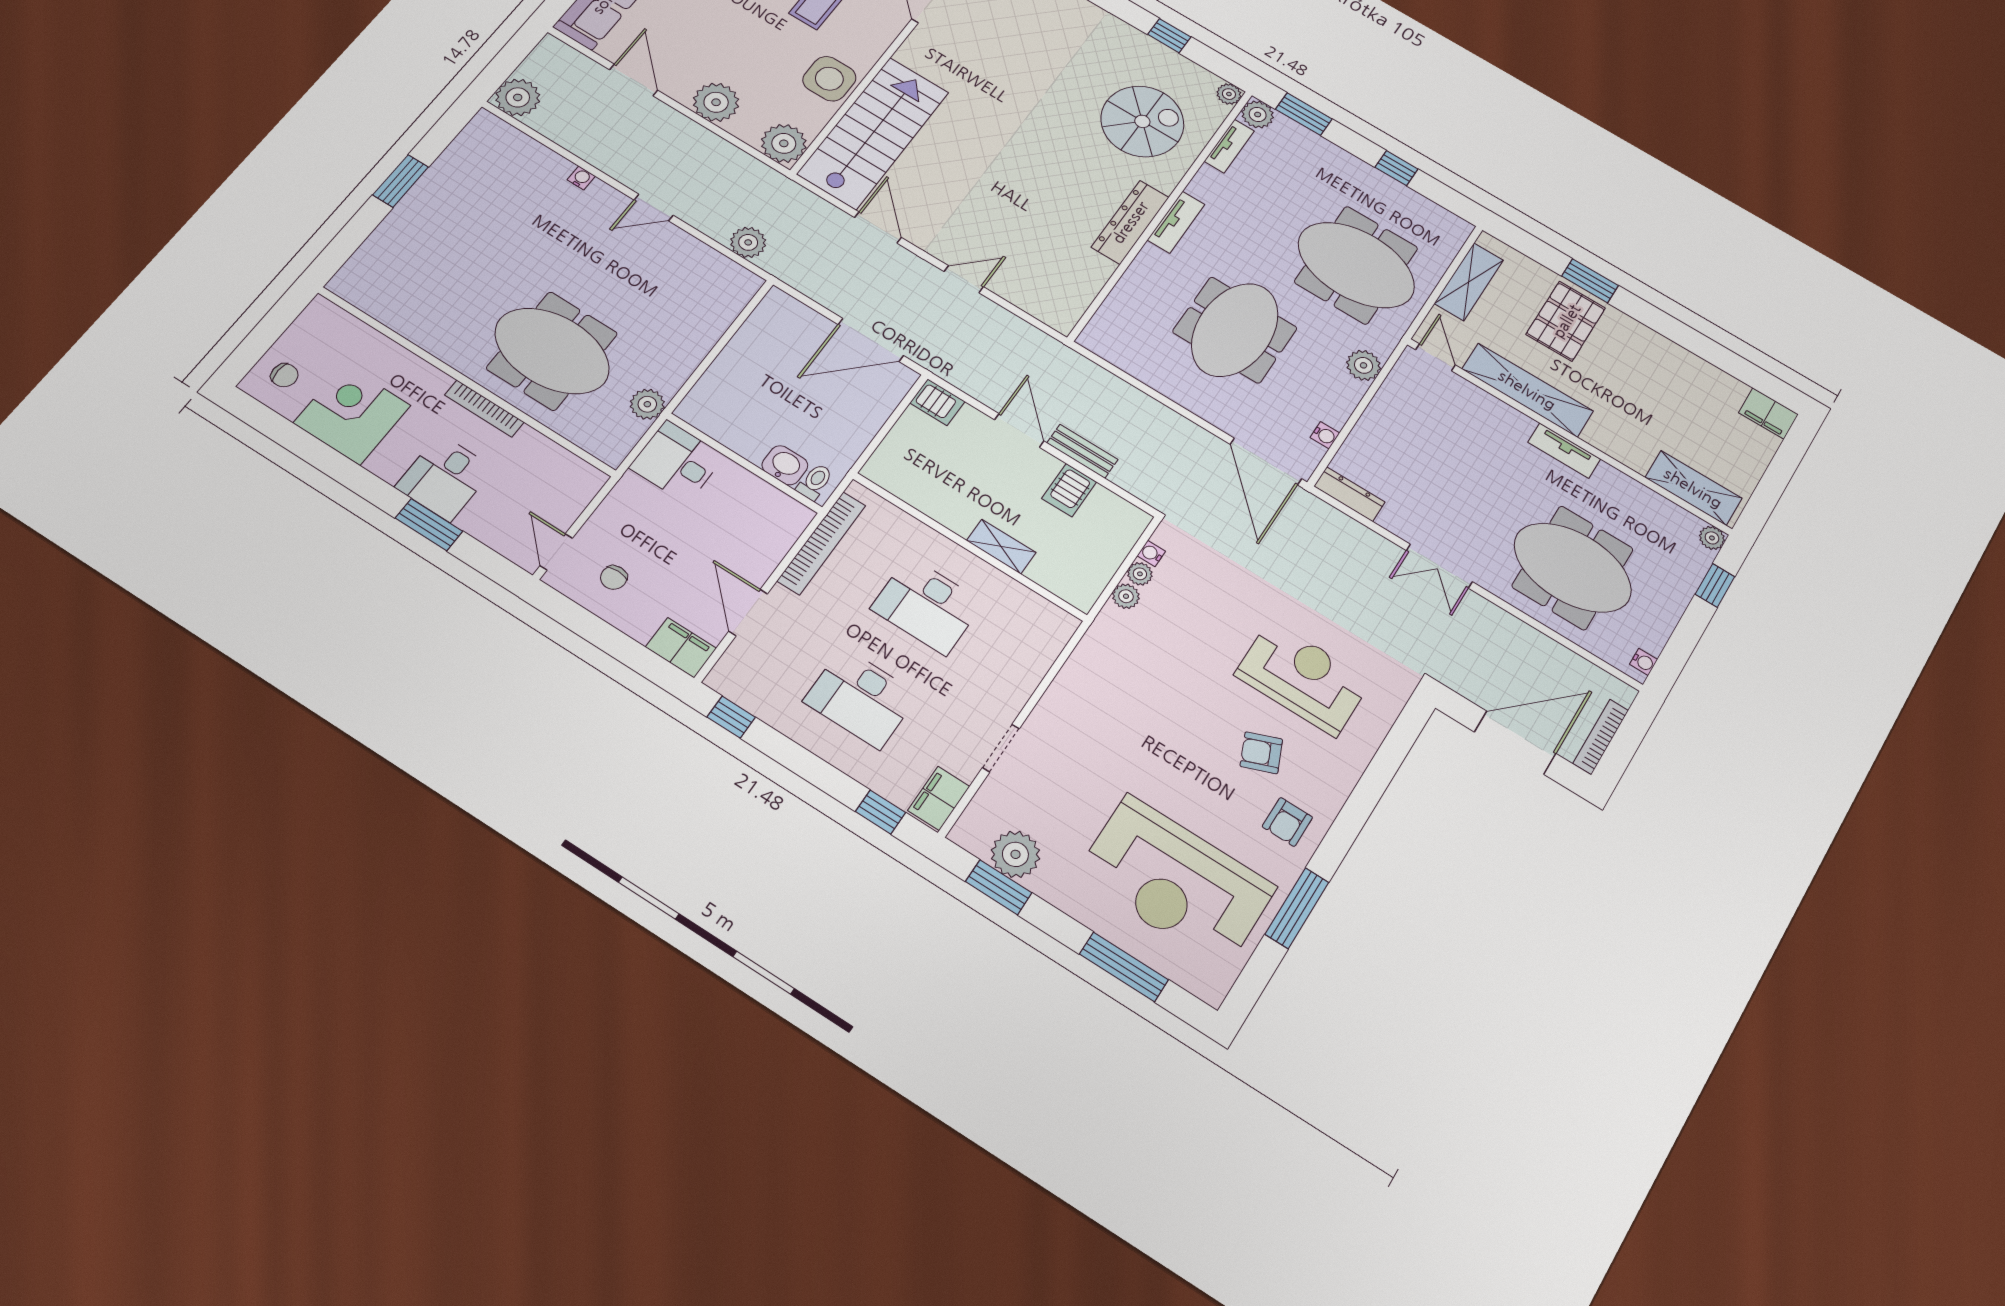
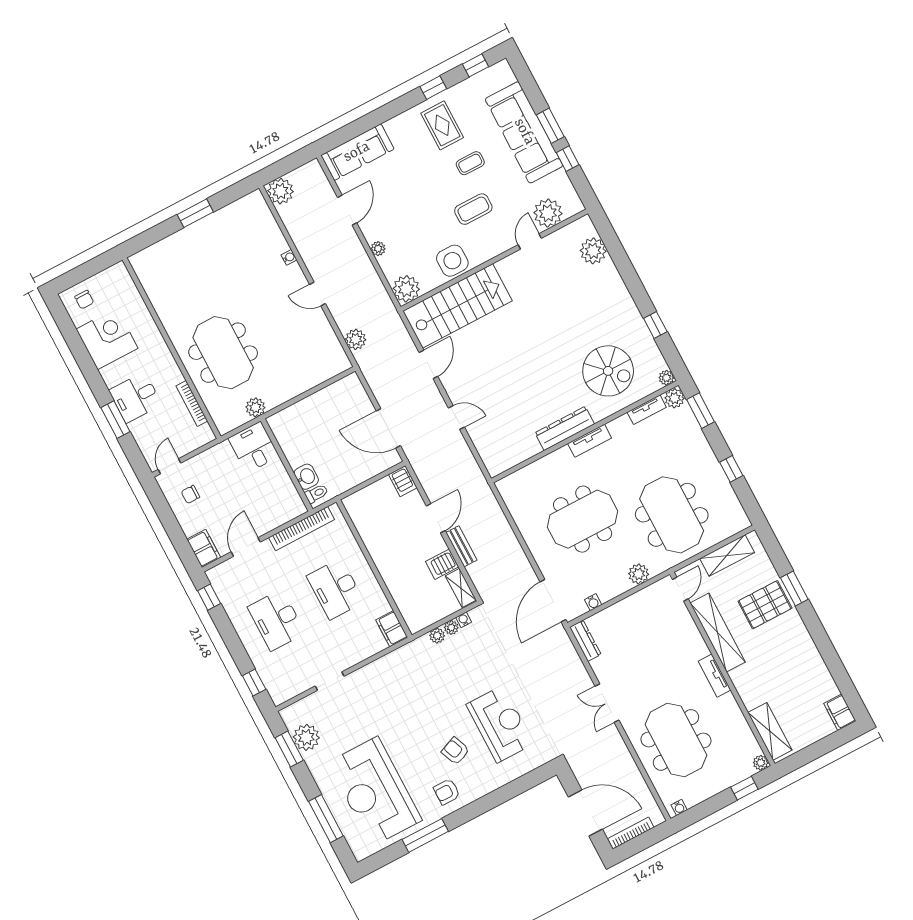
plant: (716, 102) -> (378, 249), width x0.53, depth x0.53
bookcase: (484, 409) -> (192, 403), moved
shelving: (1001, 547) -> (461, 588), moved
filing cabinet: (939, 798) -> (392, 629), moved, turned -90

